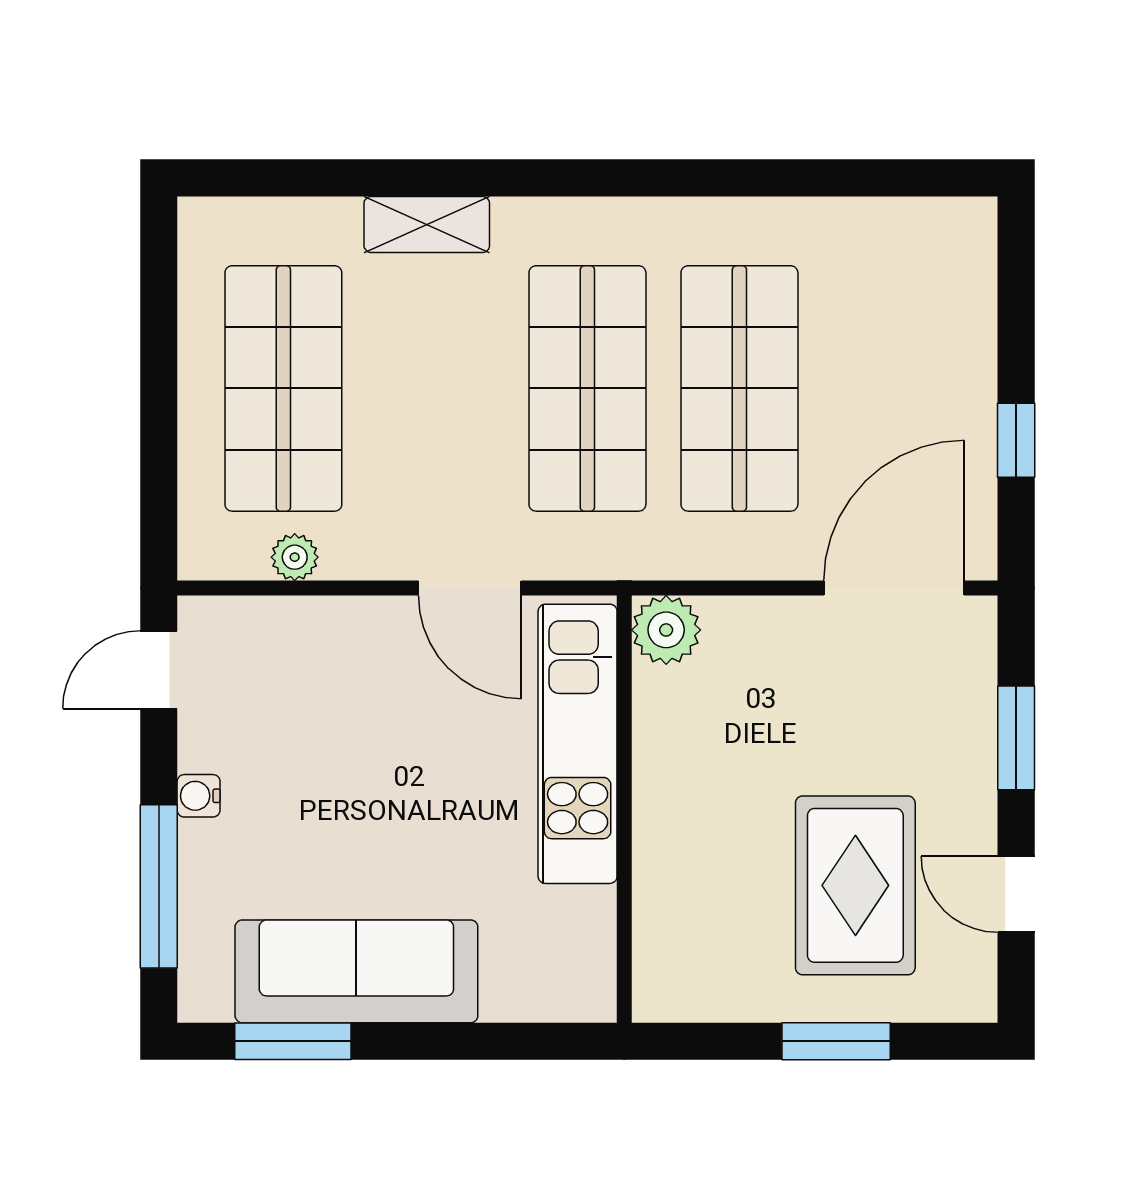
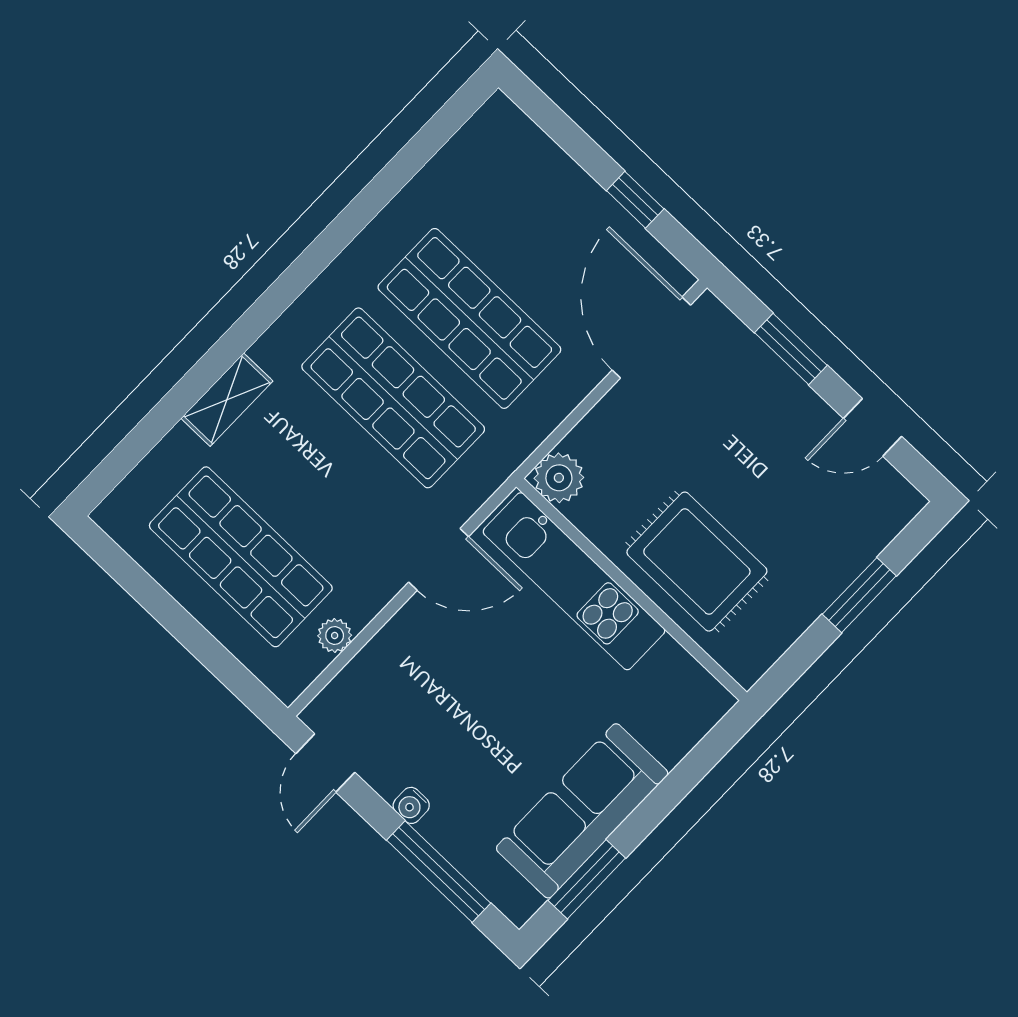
rug: (855, 885) -> (697, 562), moved

